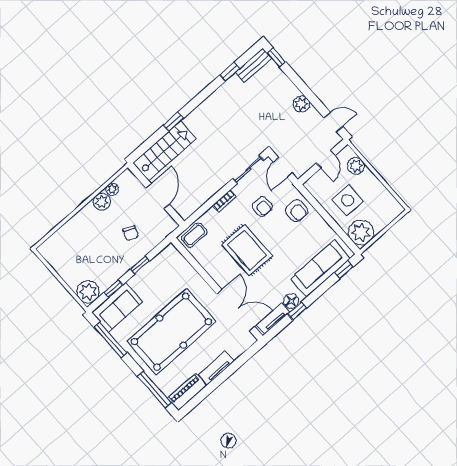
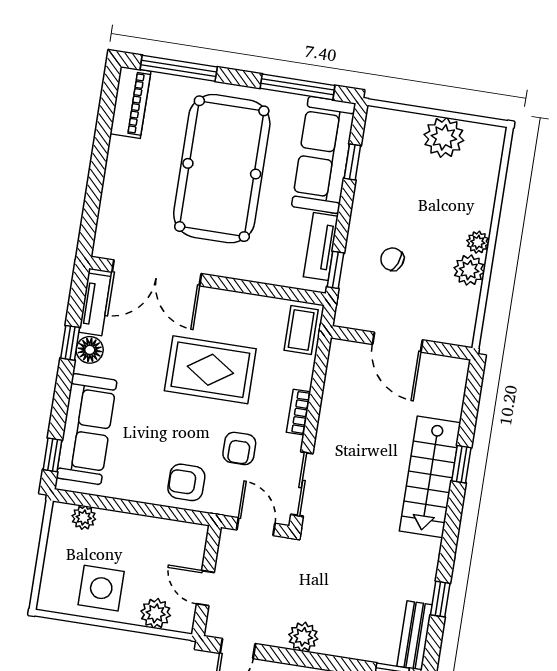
stairs: (165, 151) -> (430, 477), moved
plant: (112, 189) -> (478, 242), moved
side table: (348, 200) -> (101, 588), moved
armchair: (262, 206) -> (239, 448), turned -90
plant: (361, 232) -> (84, 518), width x0.53, depth x0.53
window: (140, 265) -> (335, 270), moved
plant: (88, 292) -> (444, 137), moved
sofa: (117, 307) -> (324, 155), width x1.36
tv unit: (217, 368) -> (321, 247), moved, turned 180

